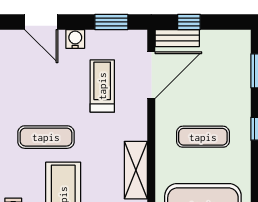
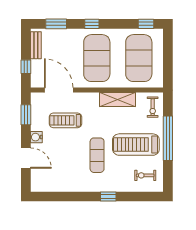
door: (41, 22) -> (26, 158), hinge flipped
bench: (177, 38) -> (36, 45), moved
exercise mat: (203, 137) -> (97, 58), width x2.00, depth x1.45

